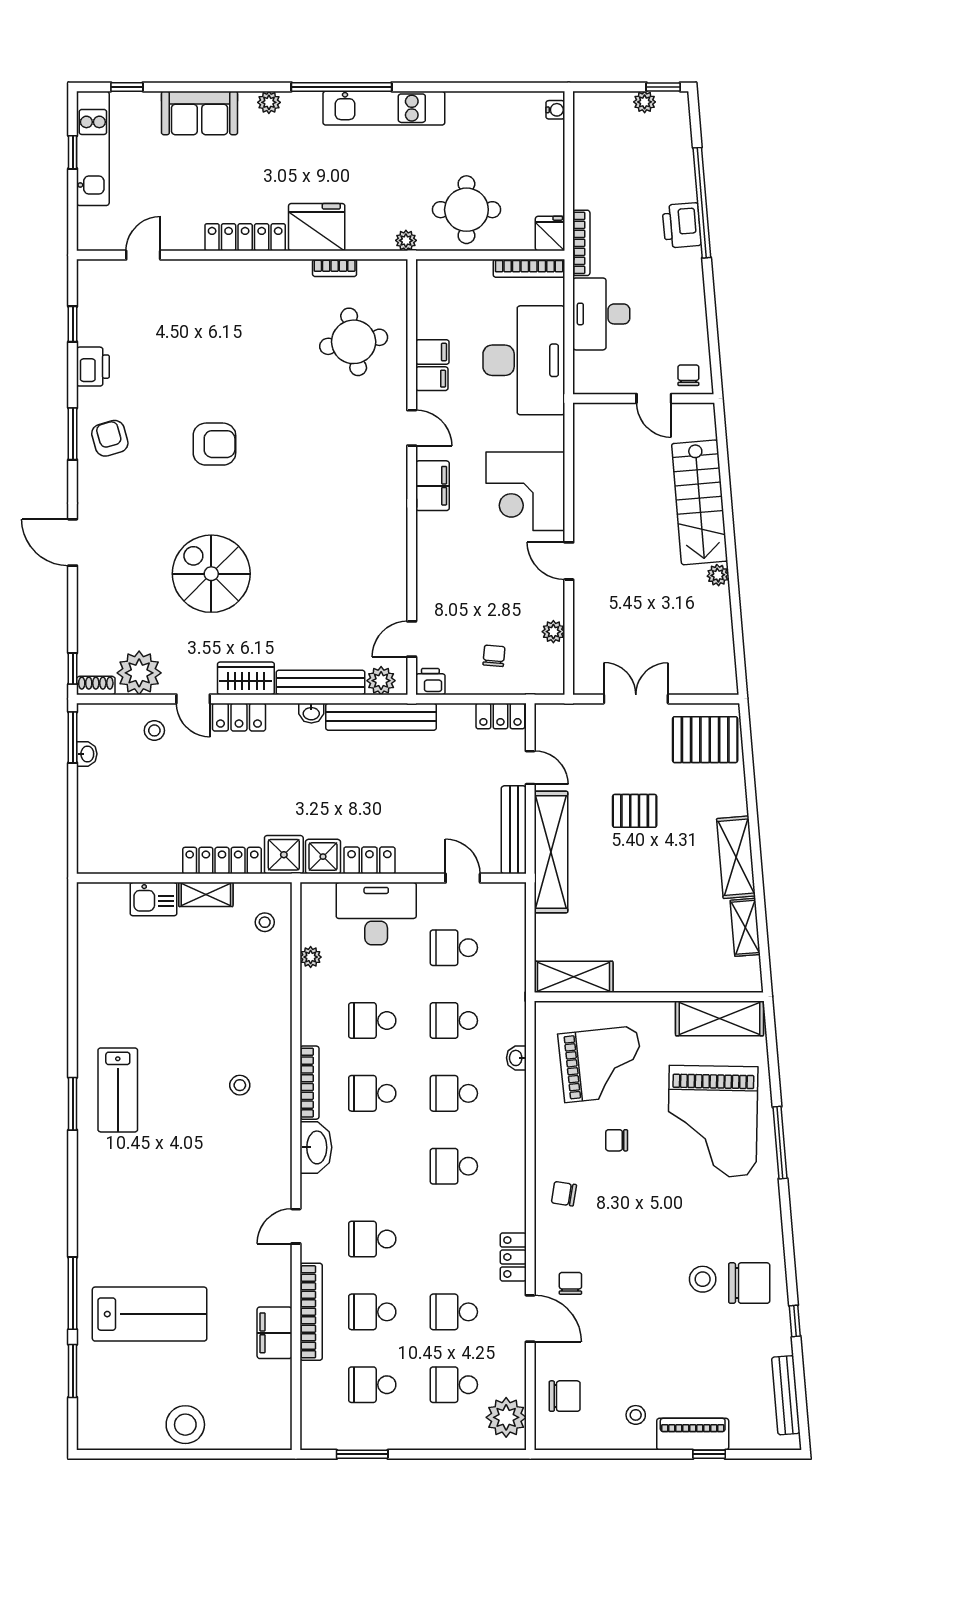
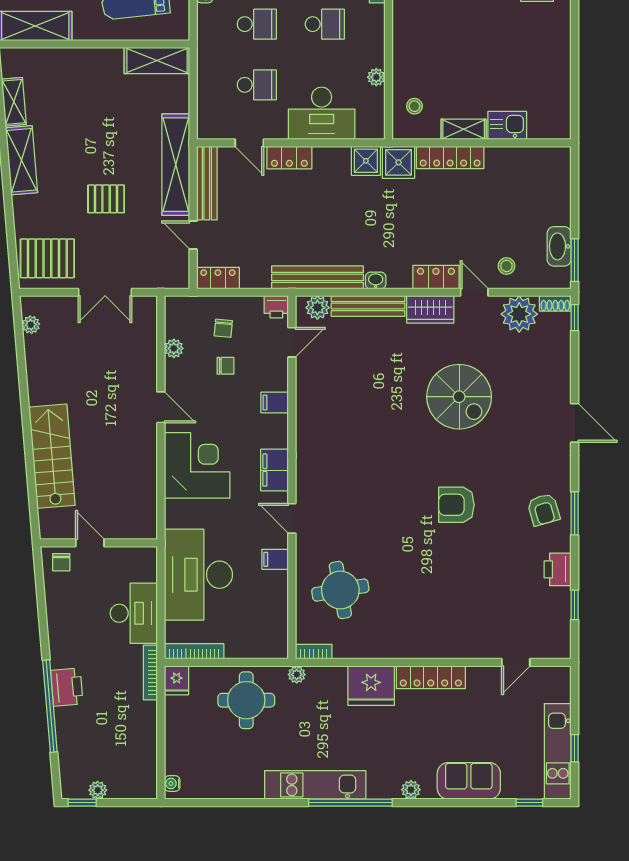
bookcase: (335, 268) -> (314, 652), moved
filing cabinet: (432, 352) -> (275, 403), moved
plant: (718, 575) -> (31, 325), moved
chair: (491, 611) -> (225, 366), added
washbasin: (87, 754) -> (559, 246), width x1.91, depth x1.45
locker: (369, 860) -> (289, 158), moved

